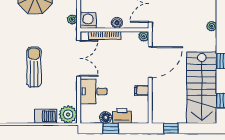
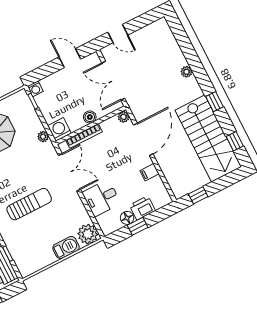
sun lounger: (34, 67) -> (29, 204), turned 90

